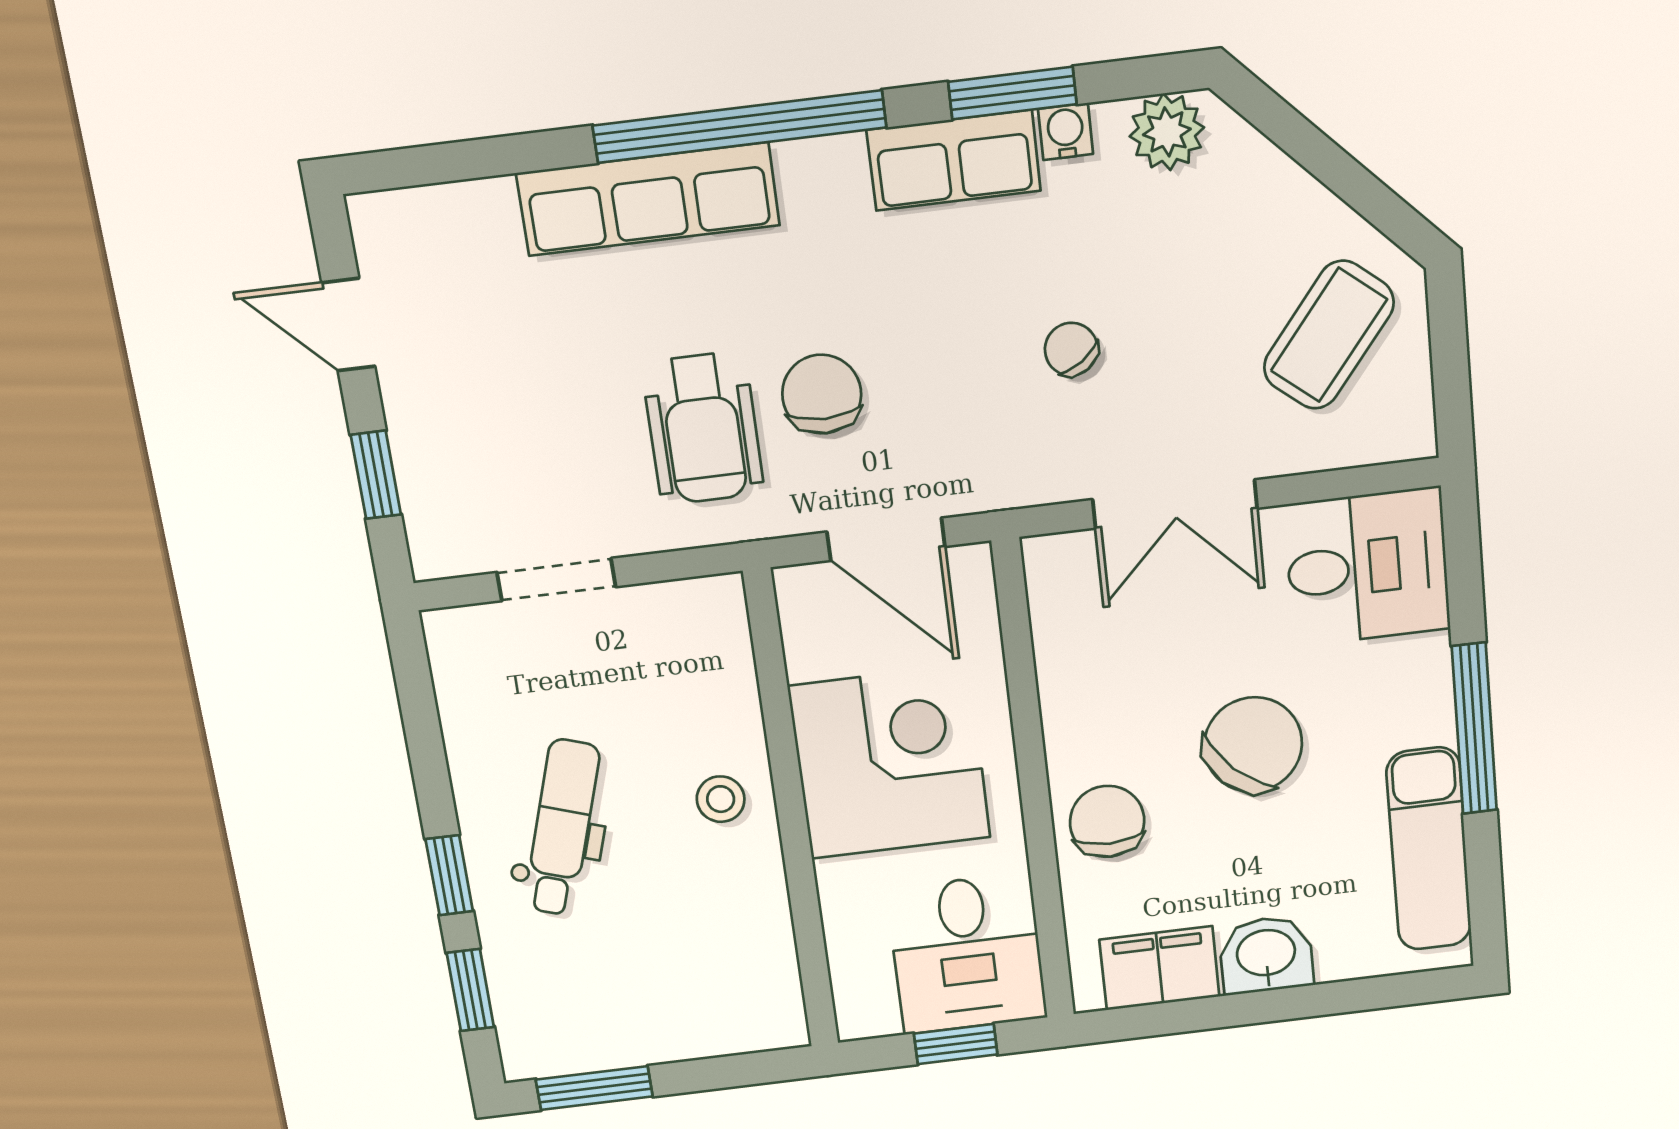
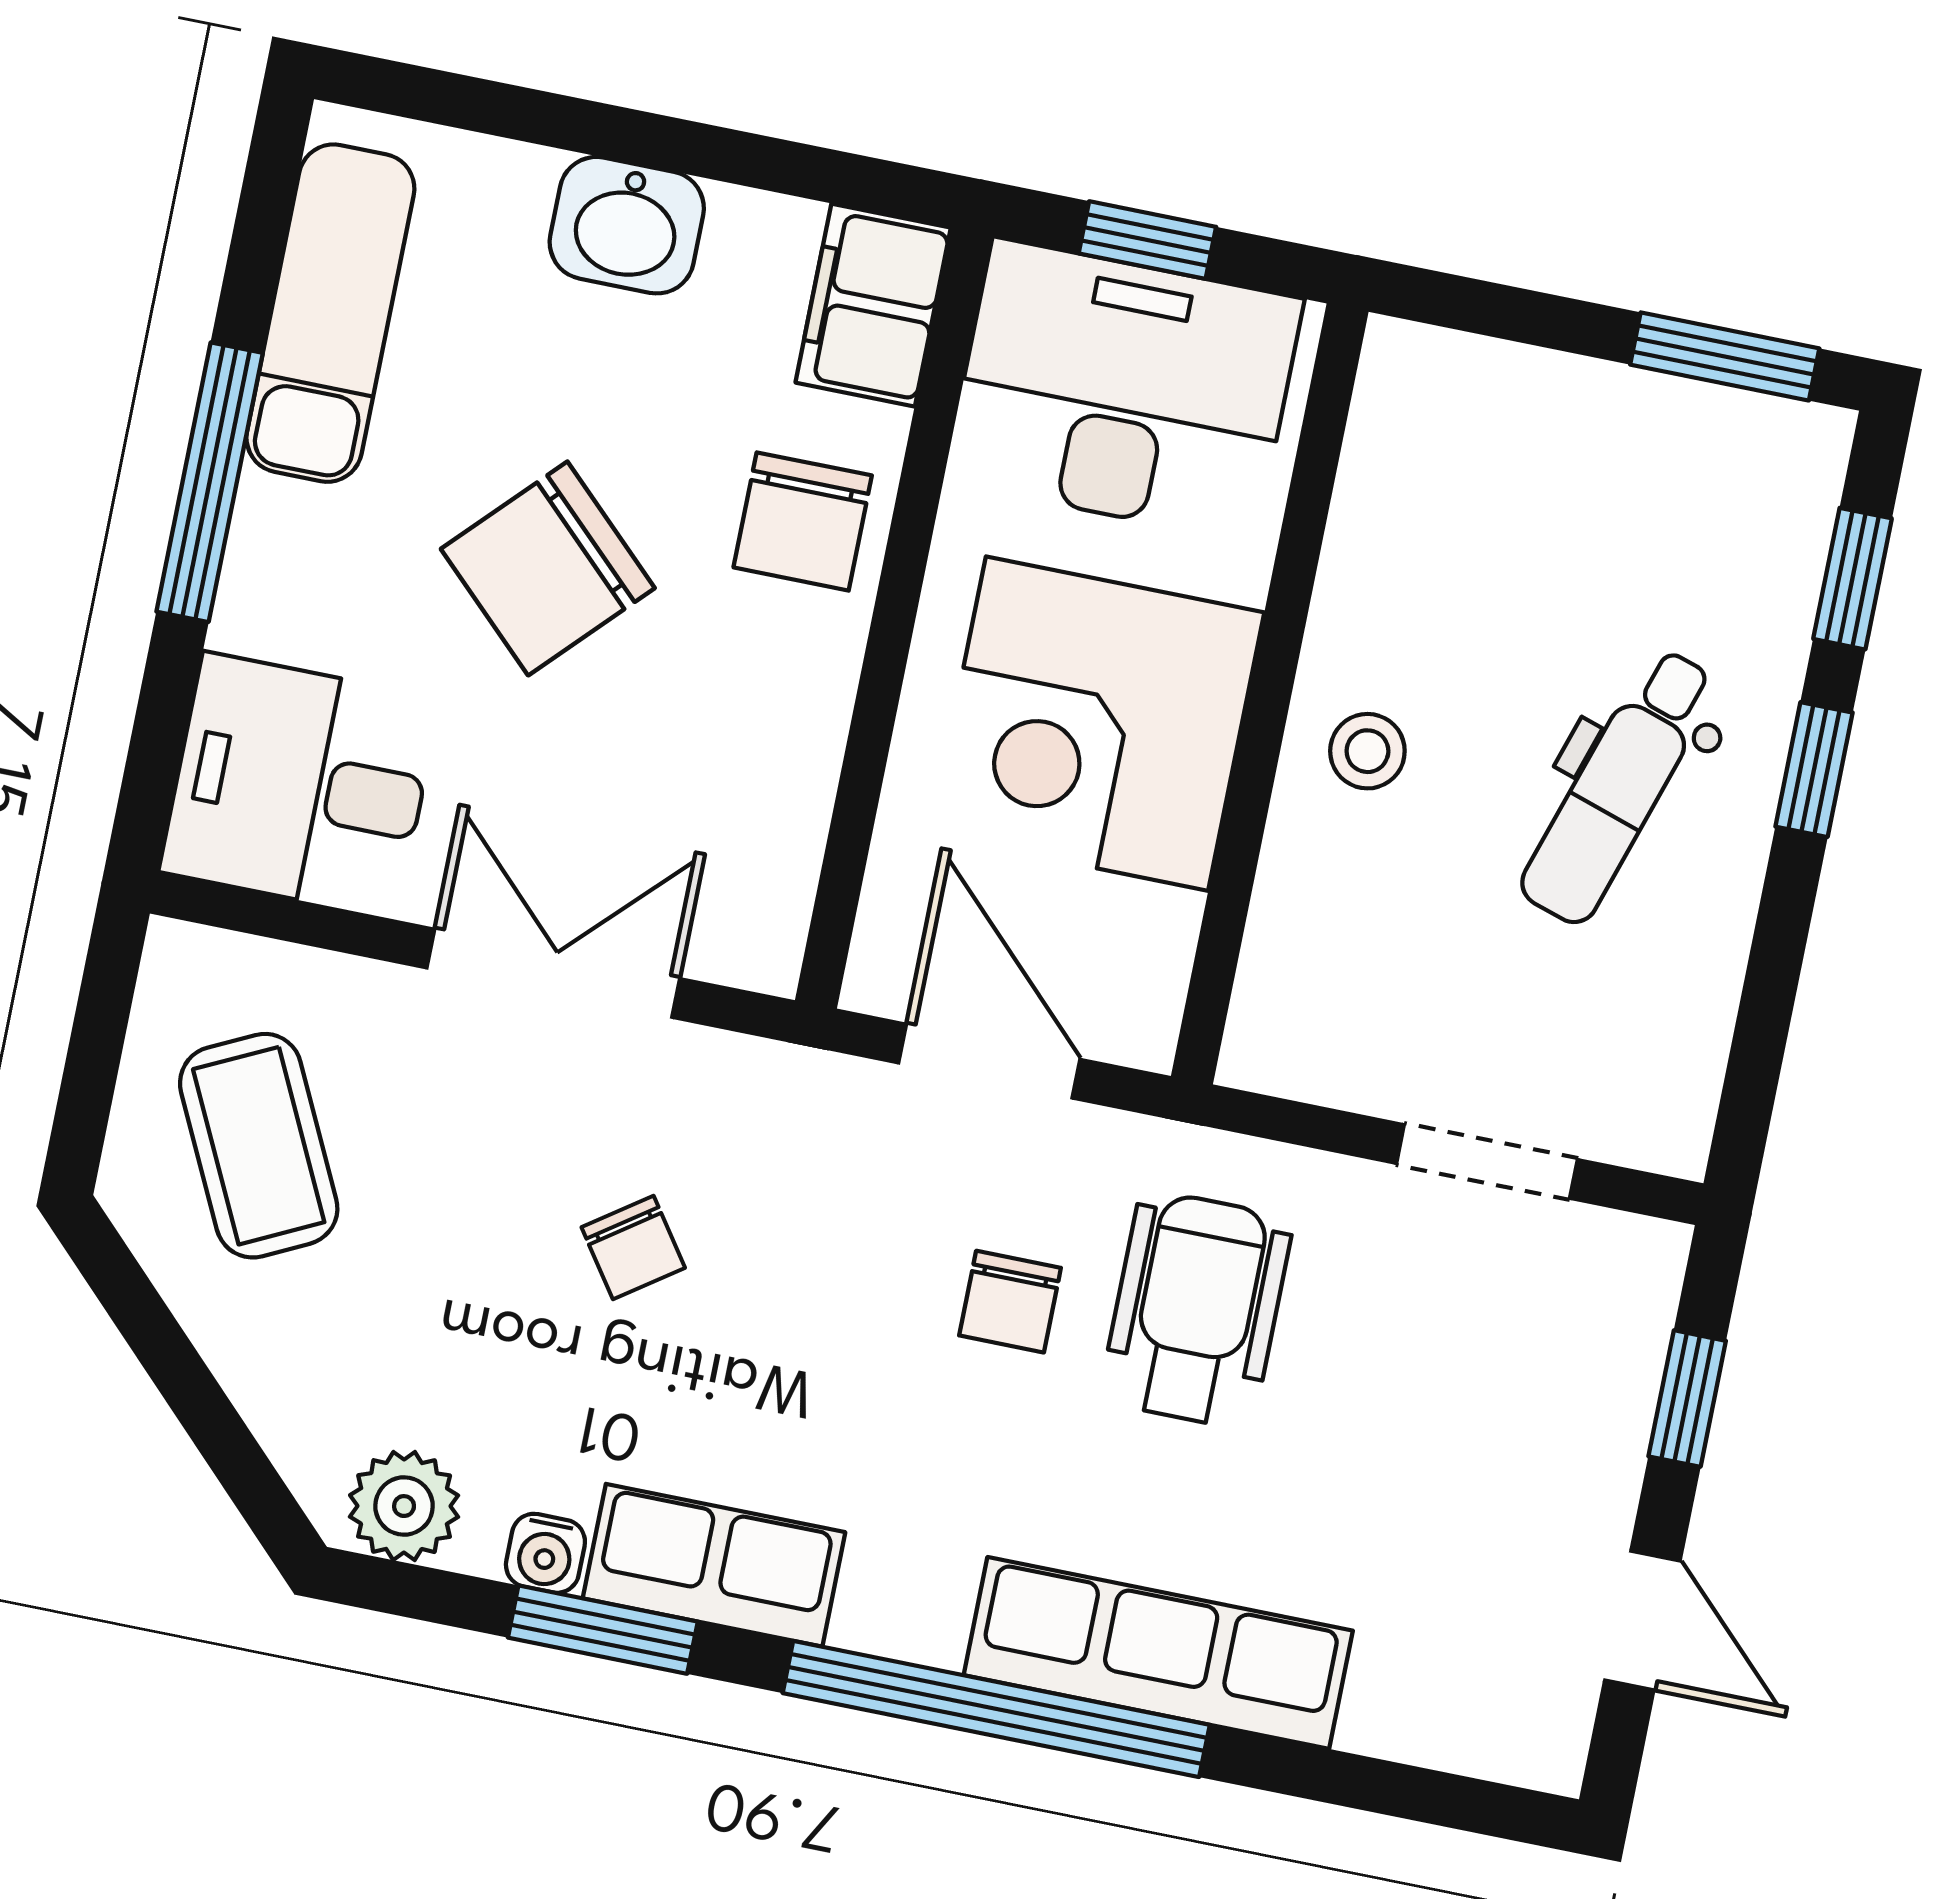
coffee table: (1329, 335) -> (259, 1146), turned -65
chair: (822, 394) -> (1010, 1302), width x0.73, depth x0.73
desk: (967, 954) -> (1124, 390), width x1.37
filing cabinet: (1159, 968) -> (873, 305), moved, turned 90

